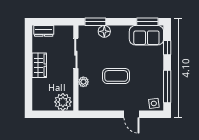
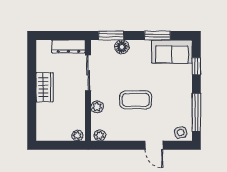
window: (147, 22) -> (157, 36), moved
dresser: (44, 31) -> (68, 46), moved, width x1.44
plant: (63, 102) -> (77, 135), width x0.53, depth x0.53
plant: (86, 106) -> (100, 135), added

